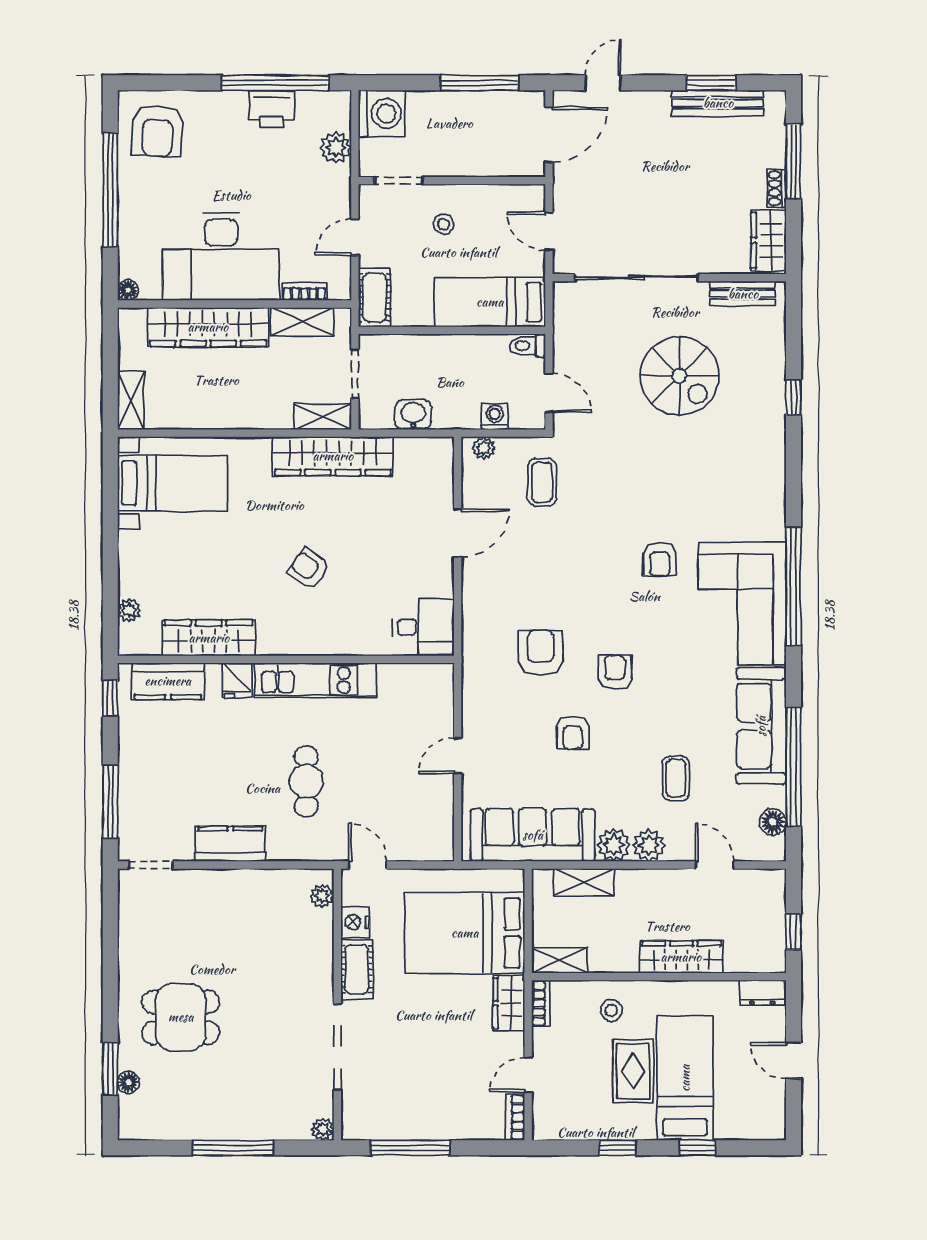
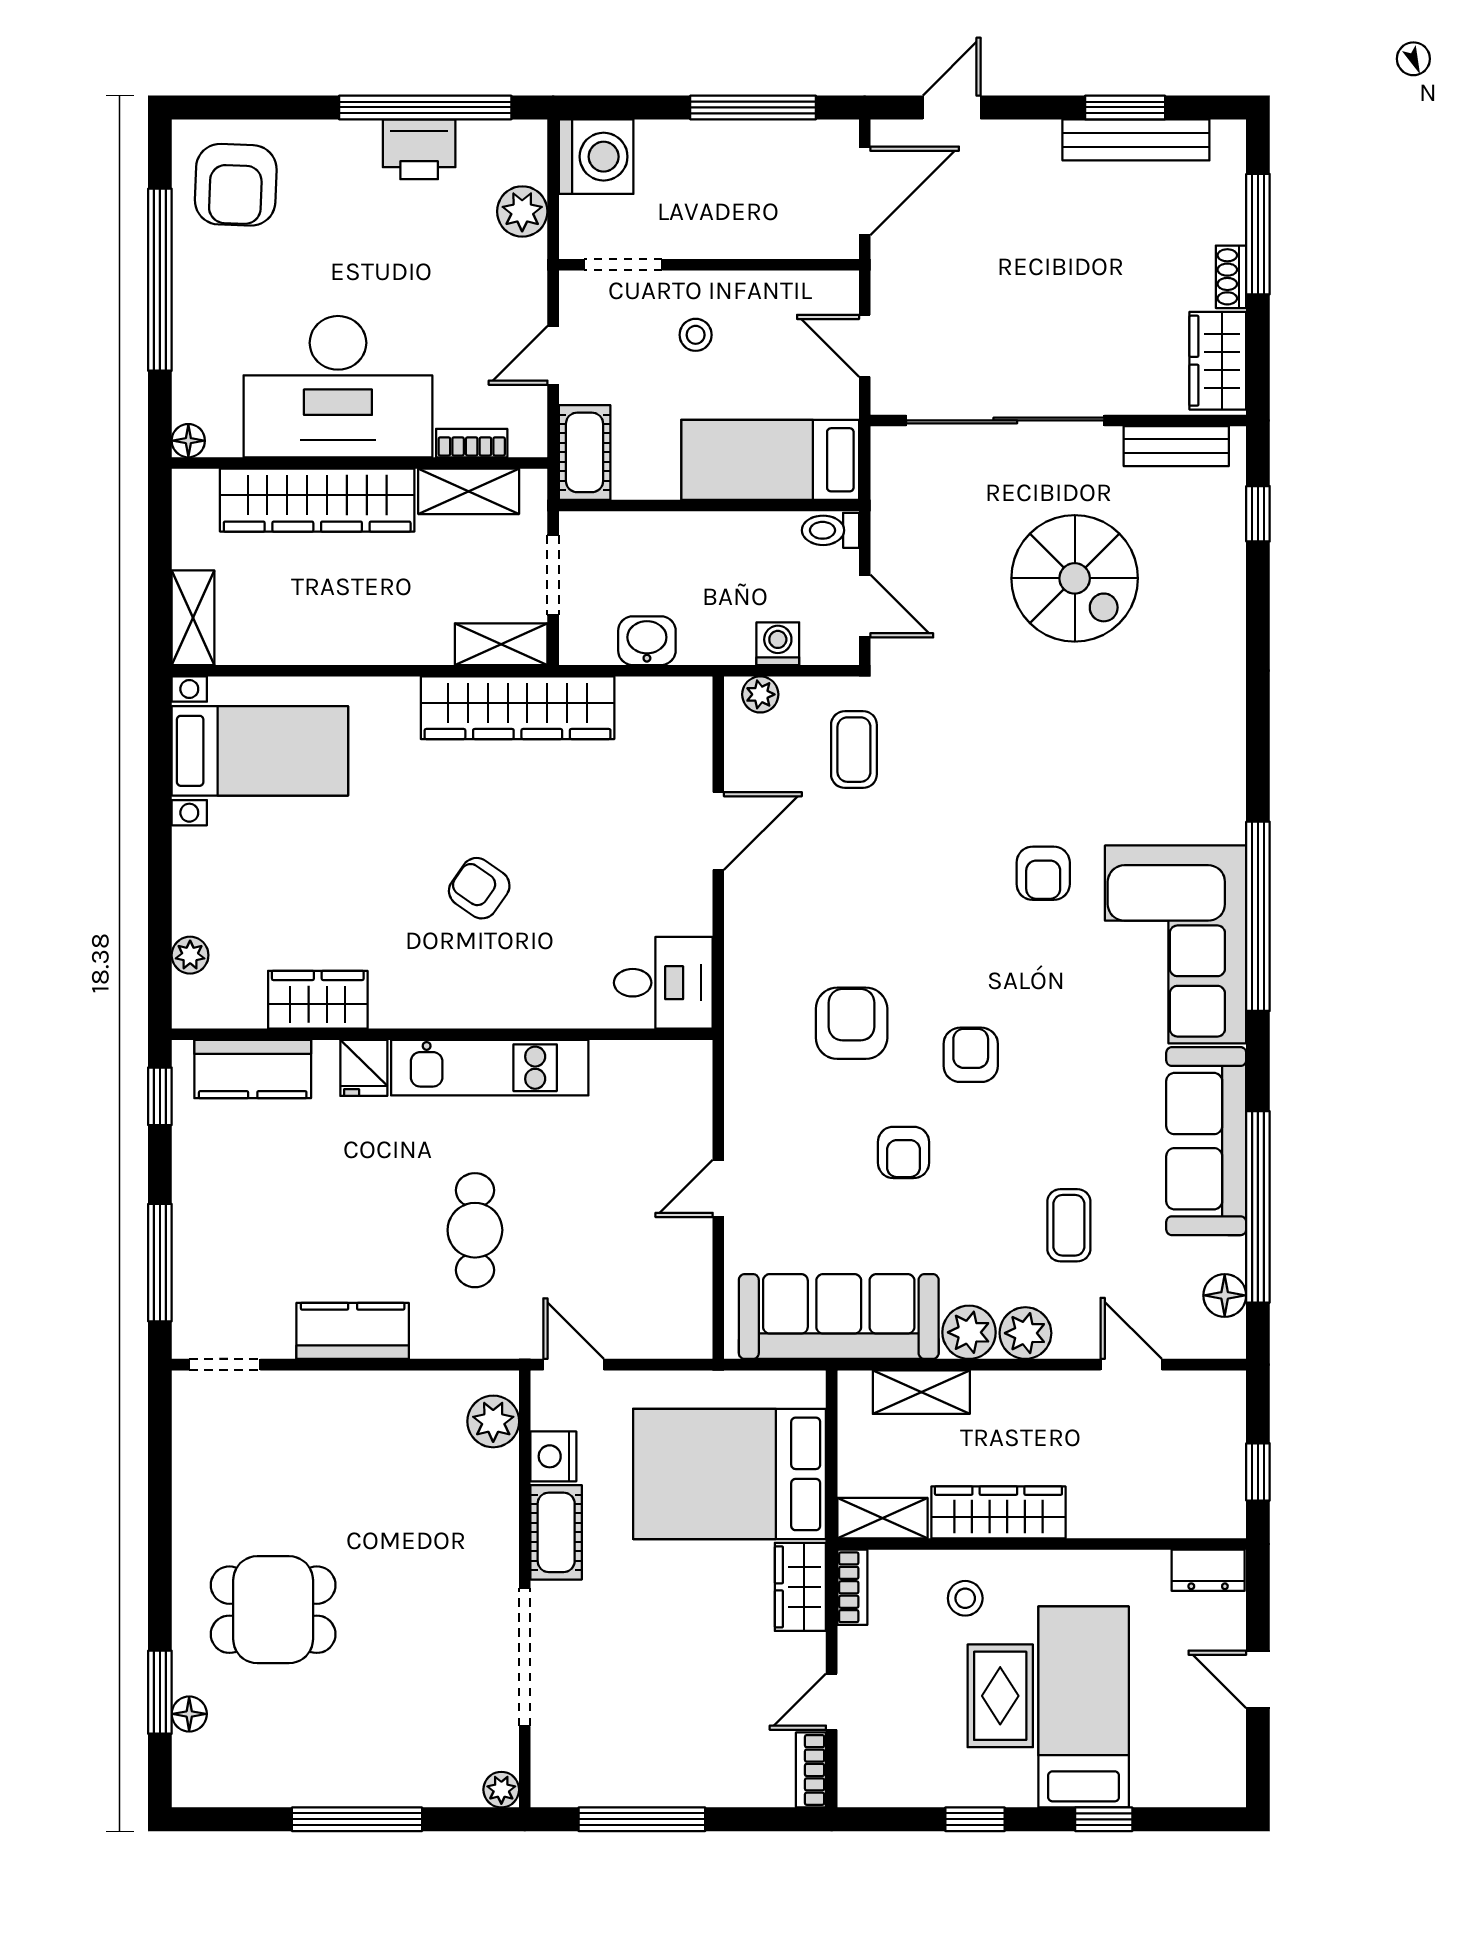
window: (793, 397) -> (1258, 514), moved
wardrobe: (209, 638) -> (318, 1000), width x0.67
plant: (322, 896) -> (493, 1421), width x1.38, depth x1.38
wardrobe: (681, 957) -> (998, 1512), moved

